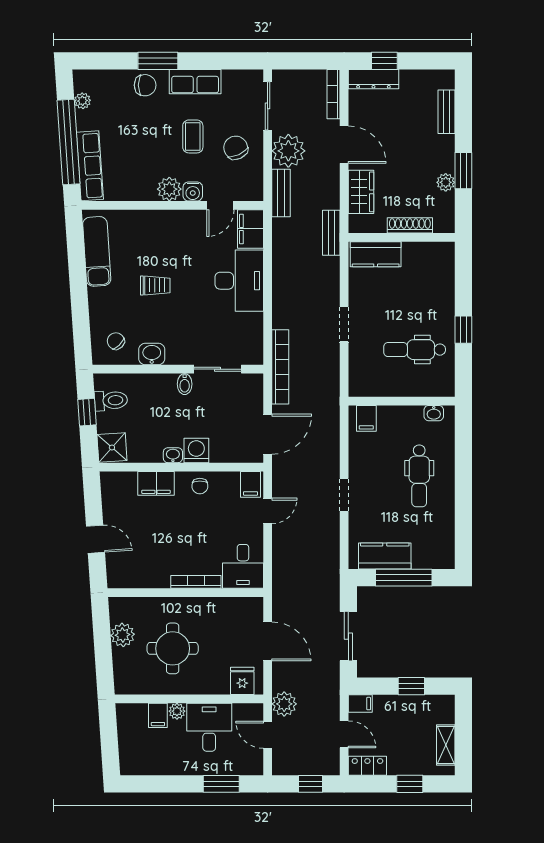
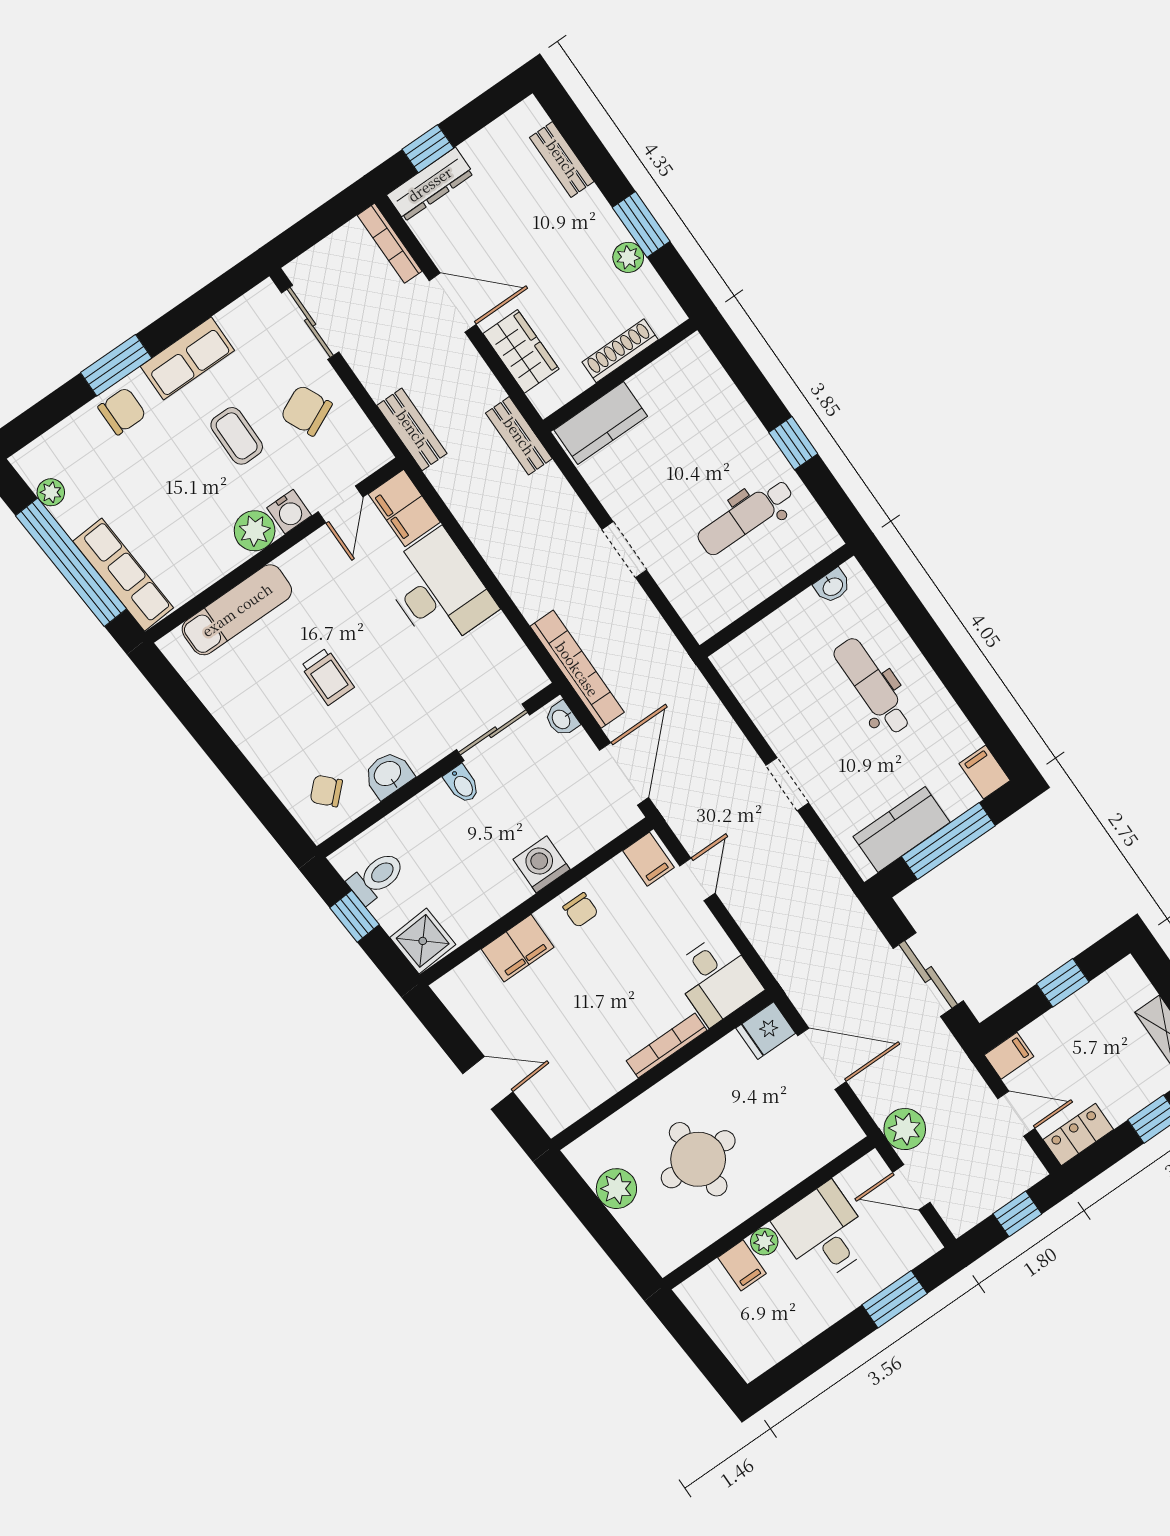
plant: (288, 151) -> (382, 364), removed
exam couch: (97, 251) -> (237, 610), moved, turned 94
trolley: (155, 285) -> (327, 677), turned 90
filing cabinet: (366, 418) -> (985, 772), moved, turned 180
washbasin: (173, 455) -> (562, 719), moved, turned -90
dental chair: (419, 476) -> (872, 686), turned 180
fridge: (242, 681) -> (766, 1031), moved, turned -90

